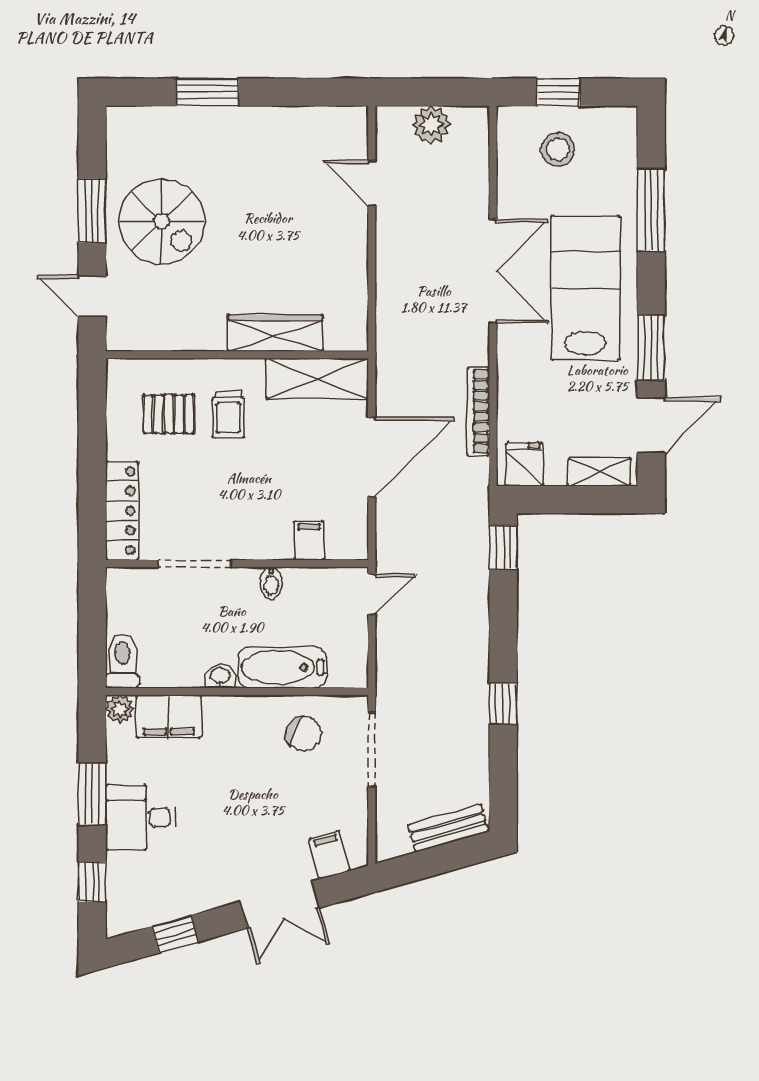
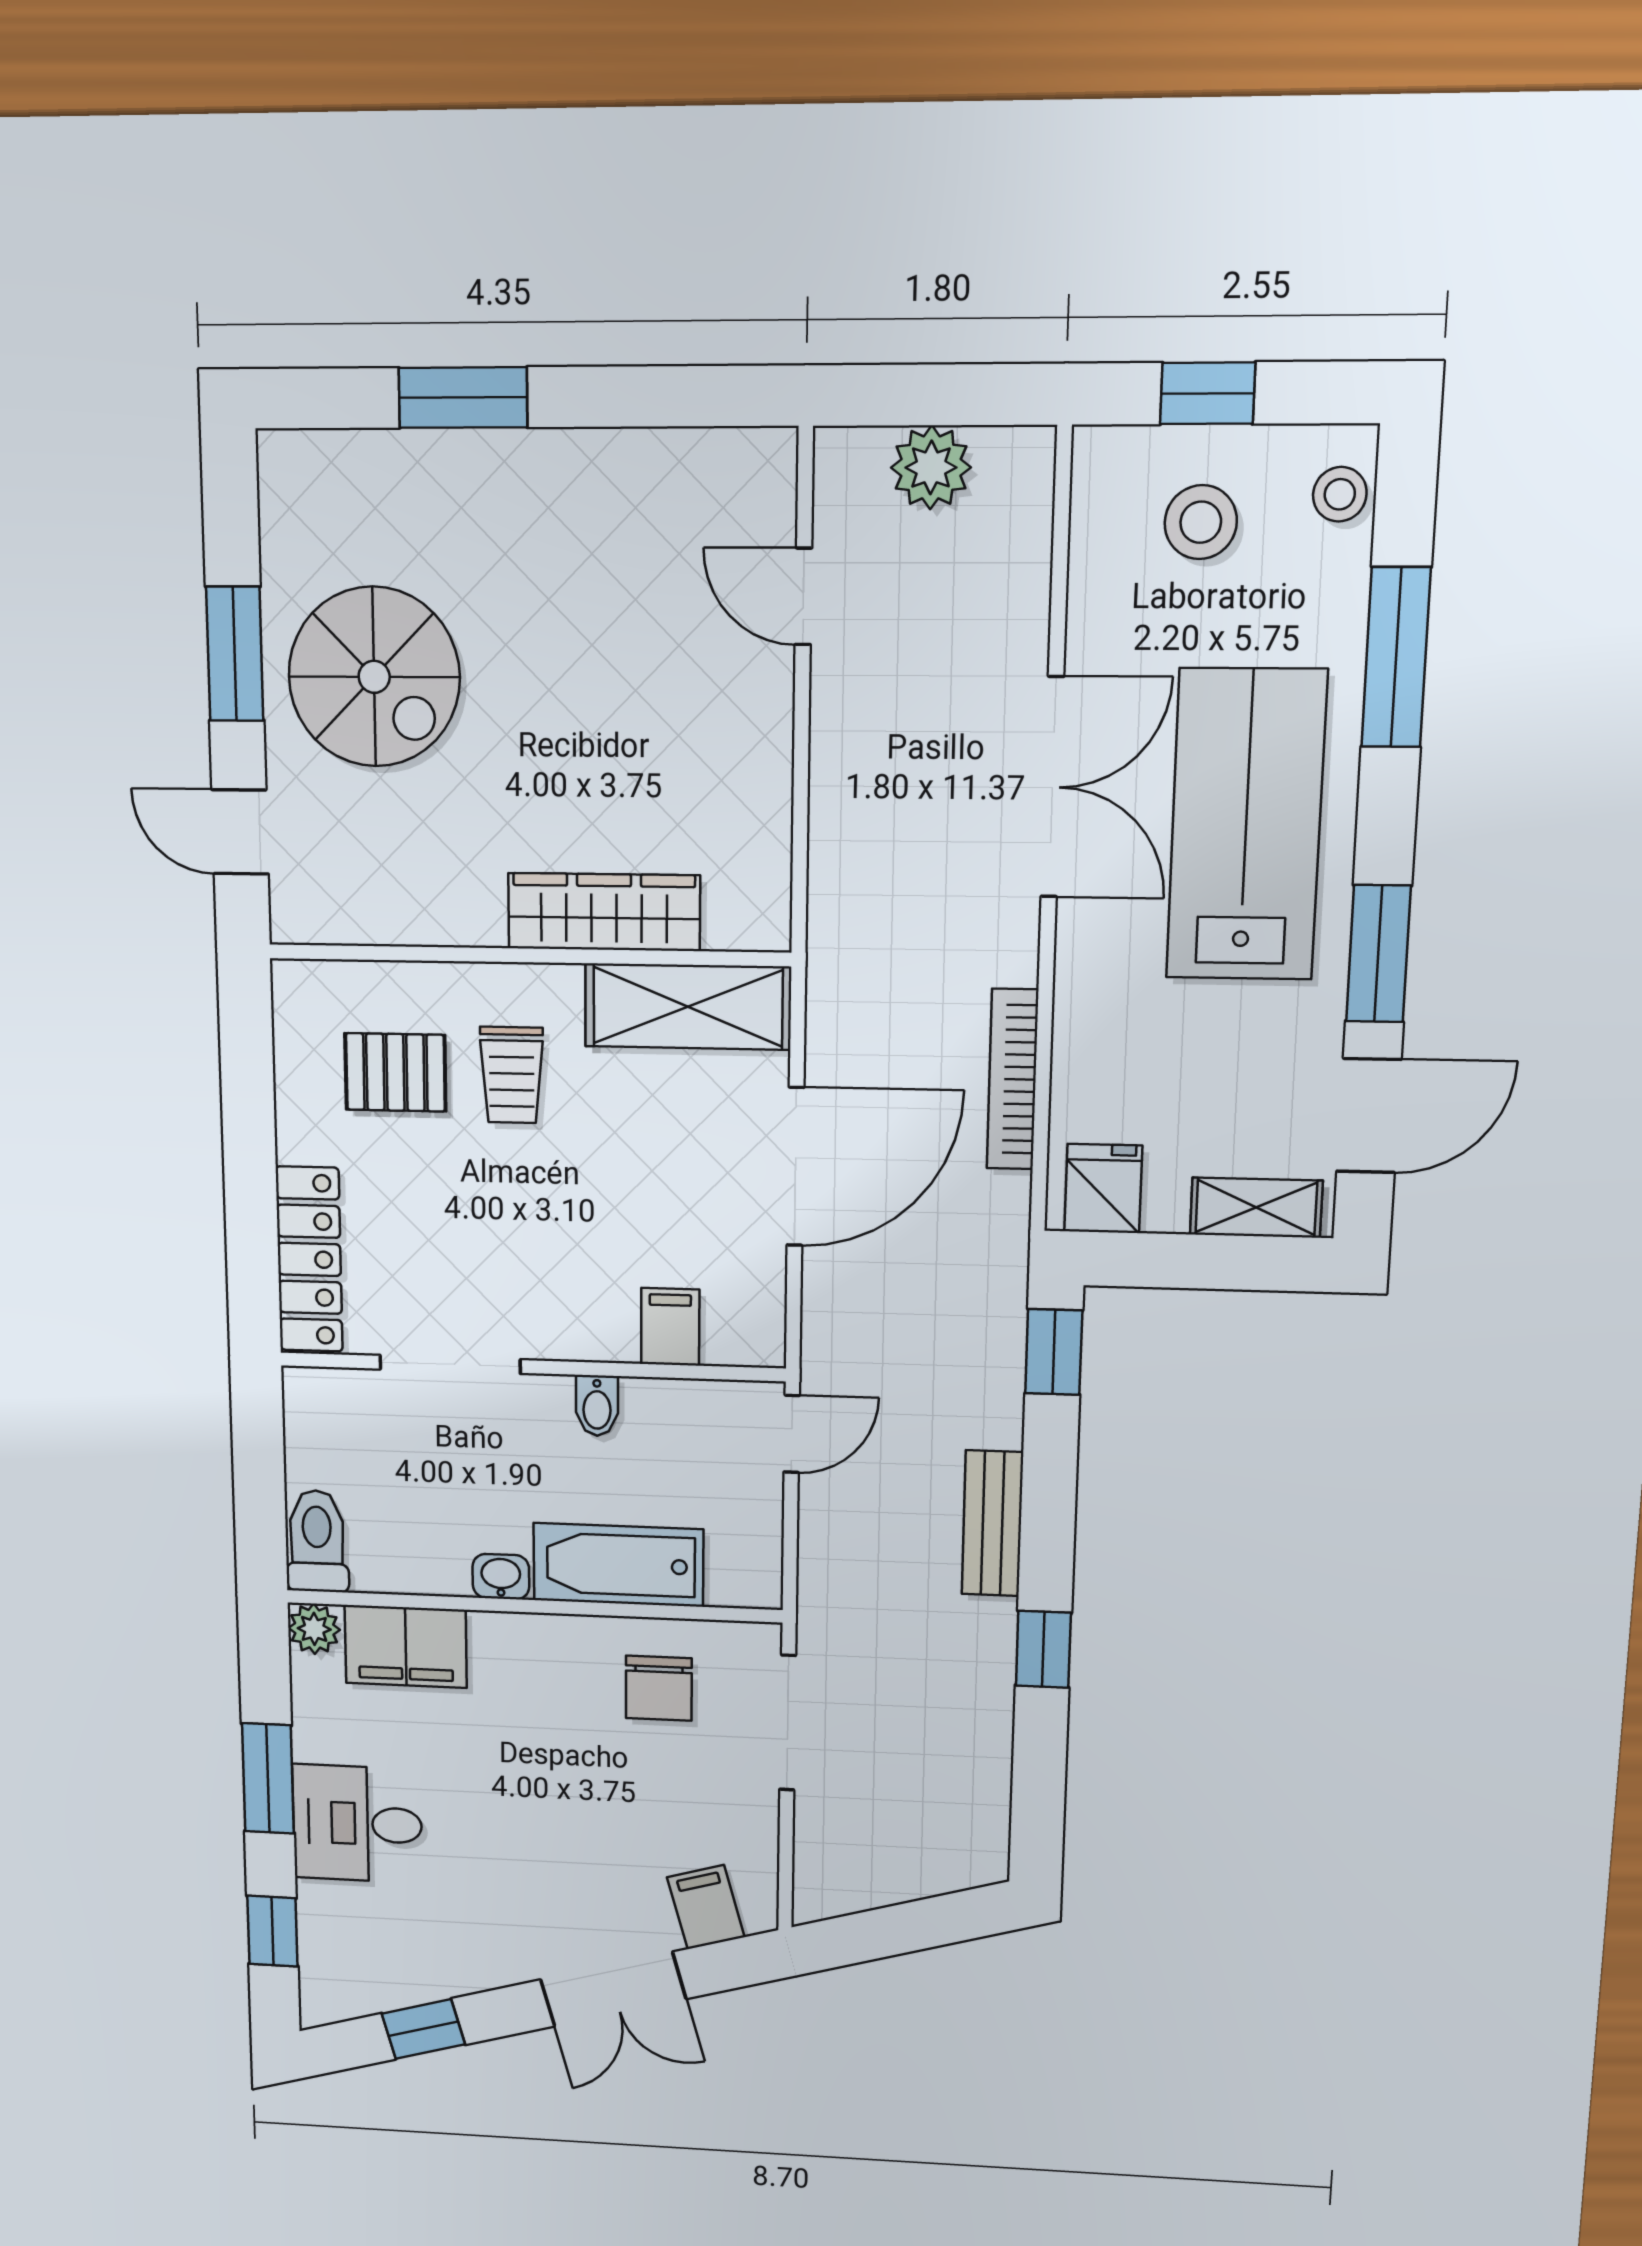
stool: (621, 137) -> (1340, 494), added
chair: (304, 734) -> (659, 1688), turned 67
bench: (448, 828) -> (992, 1523), moved, turned -74

